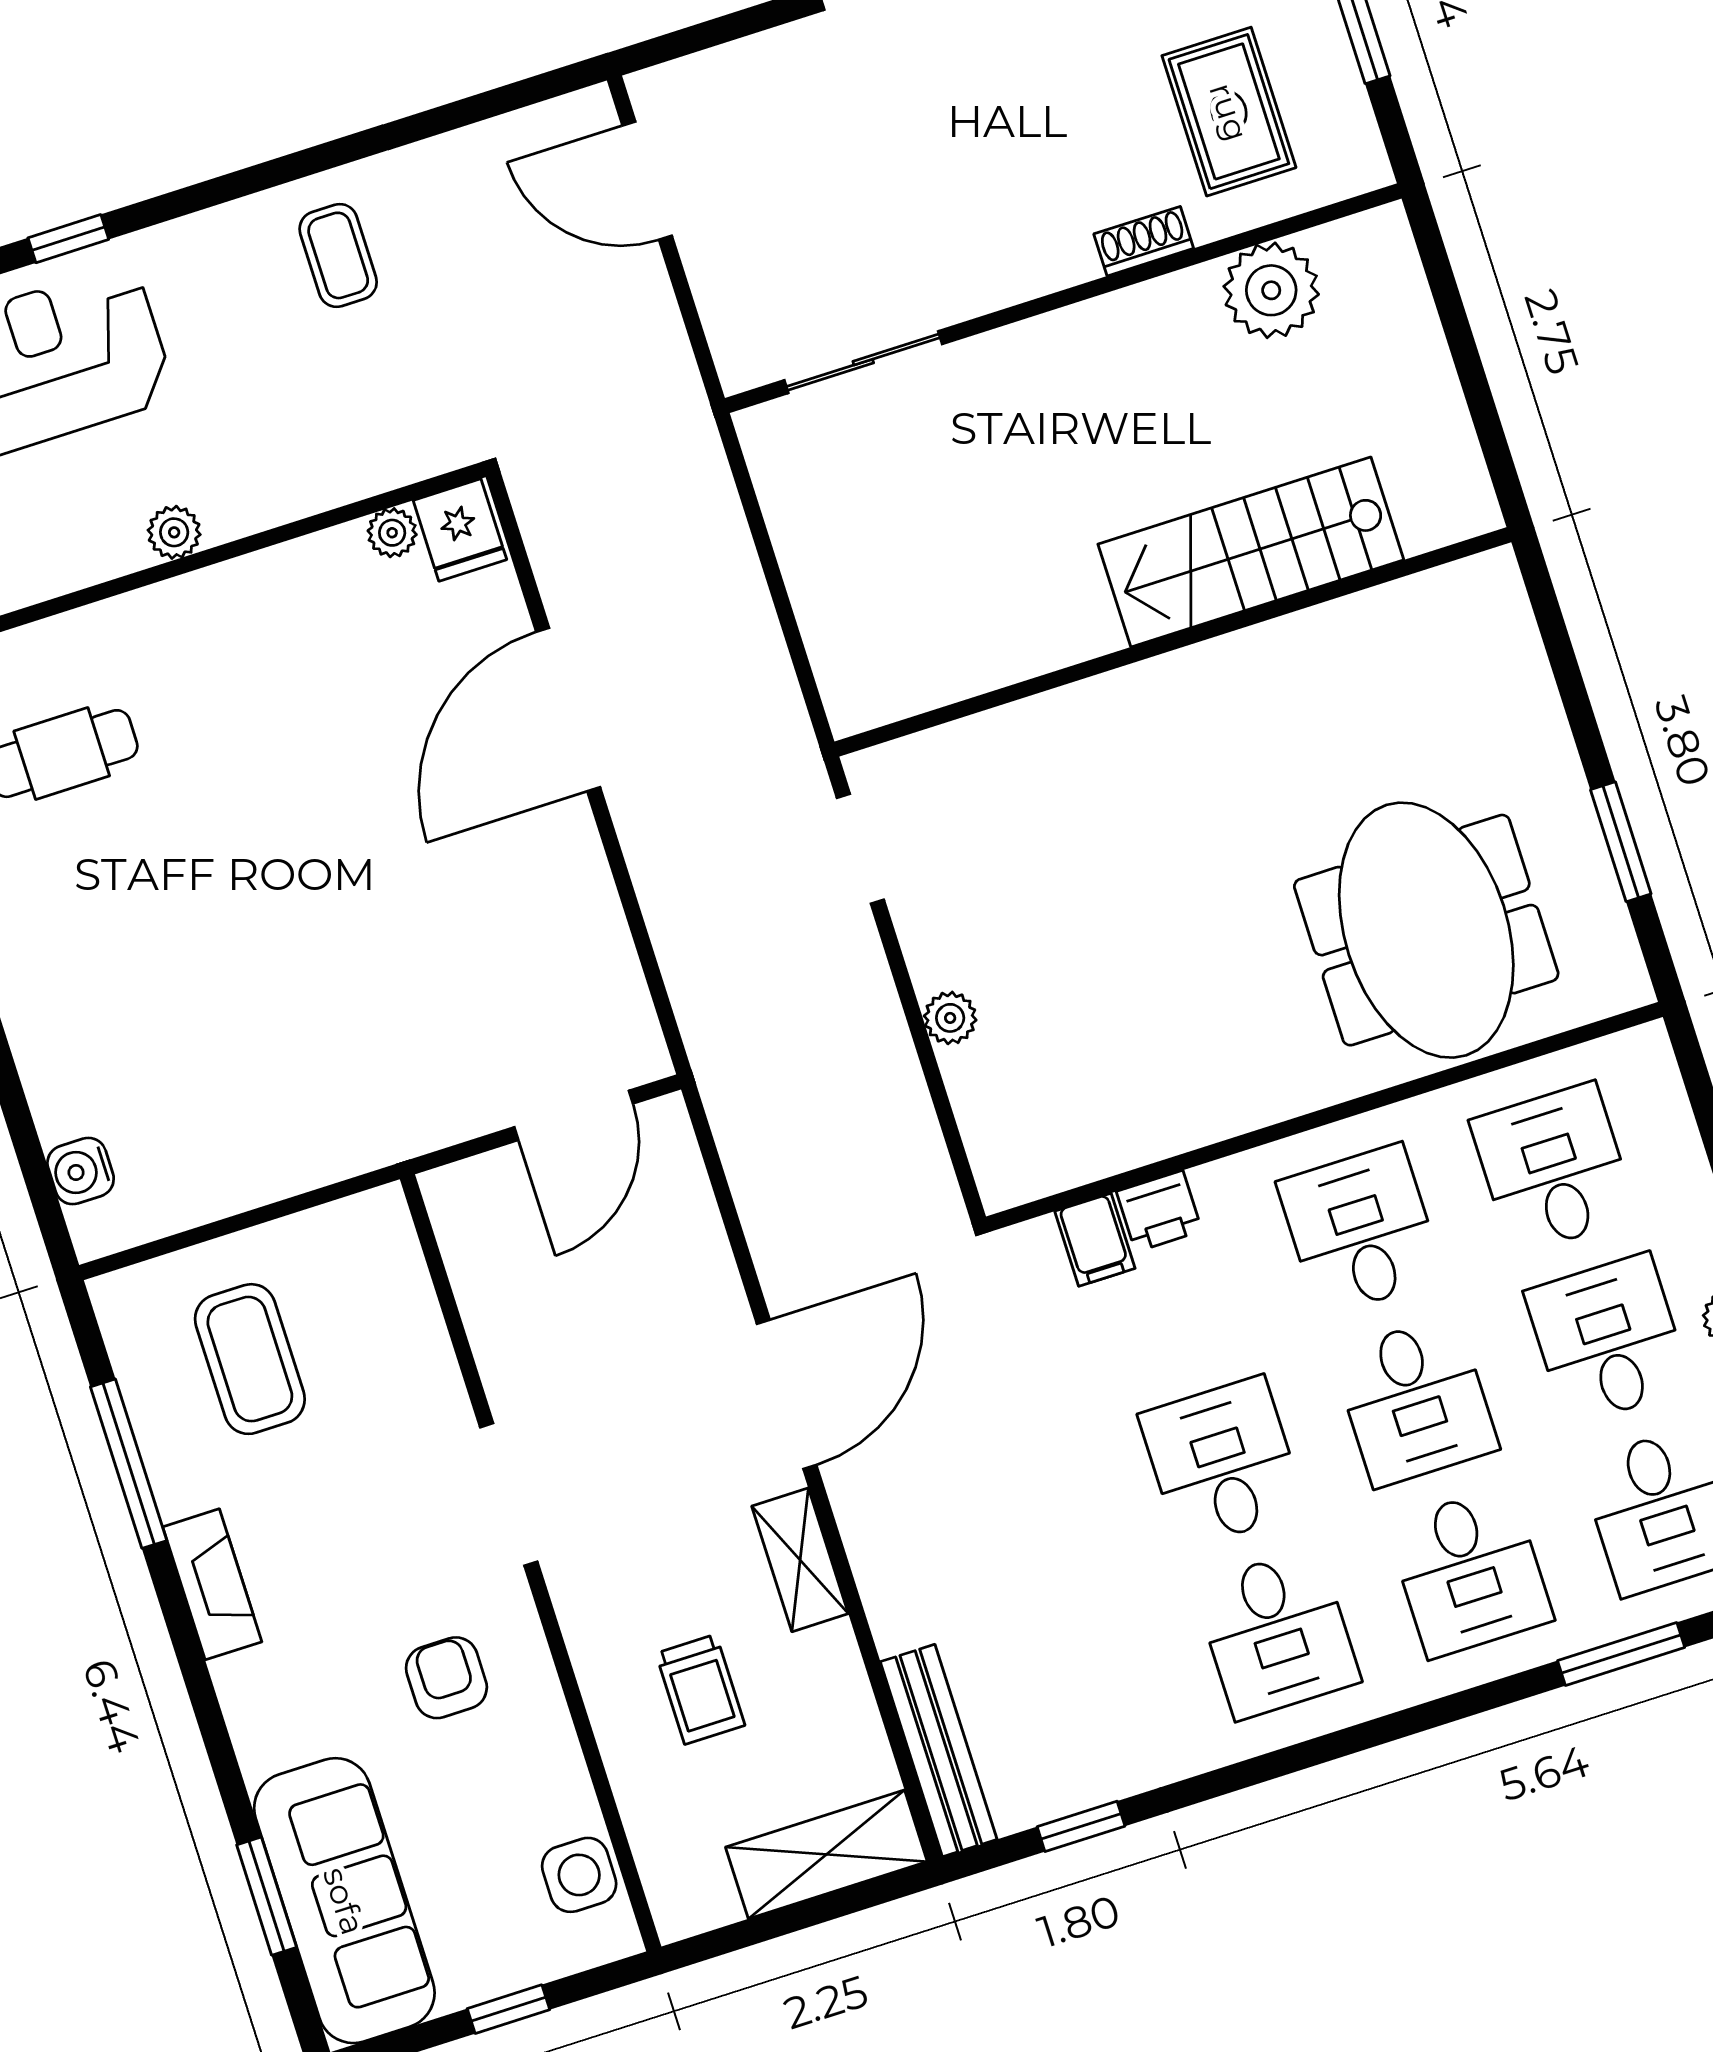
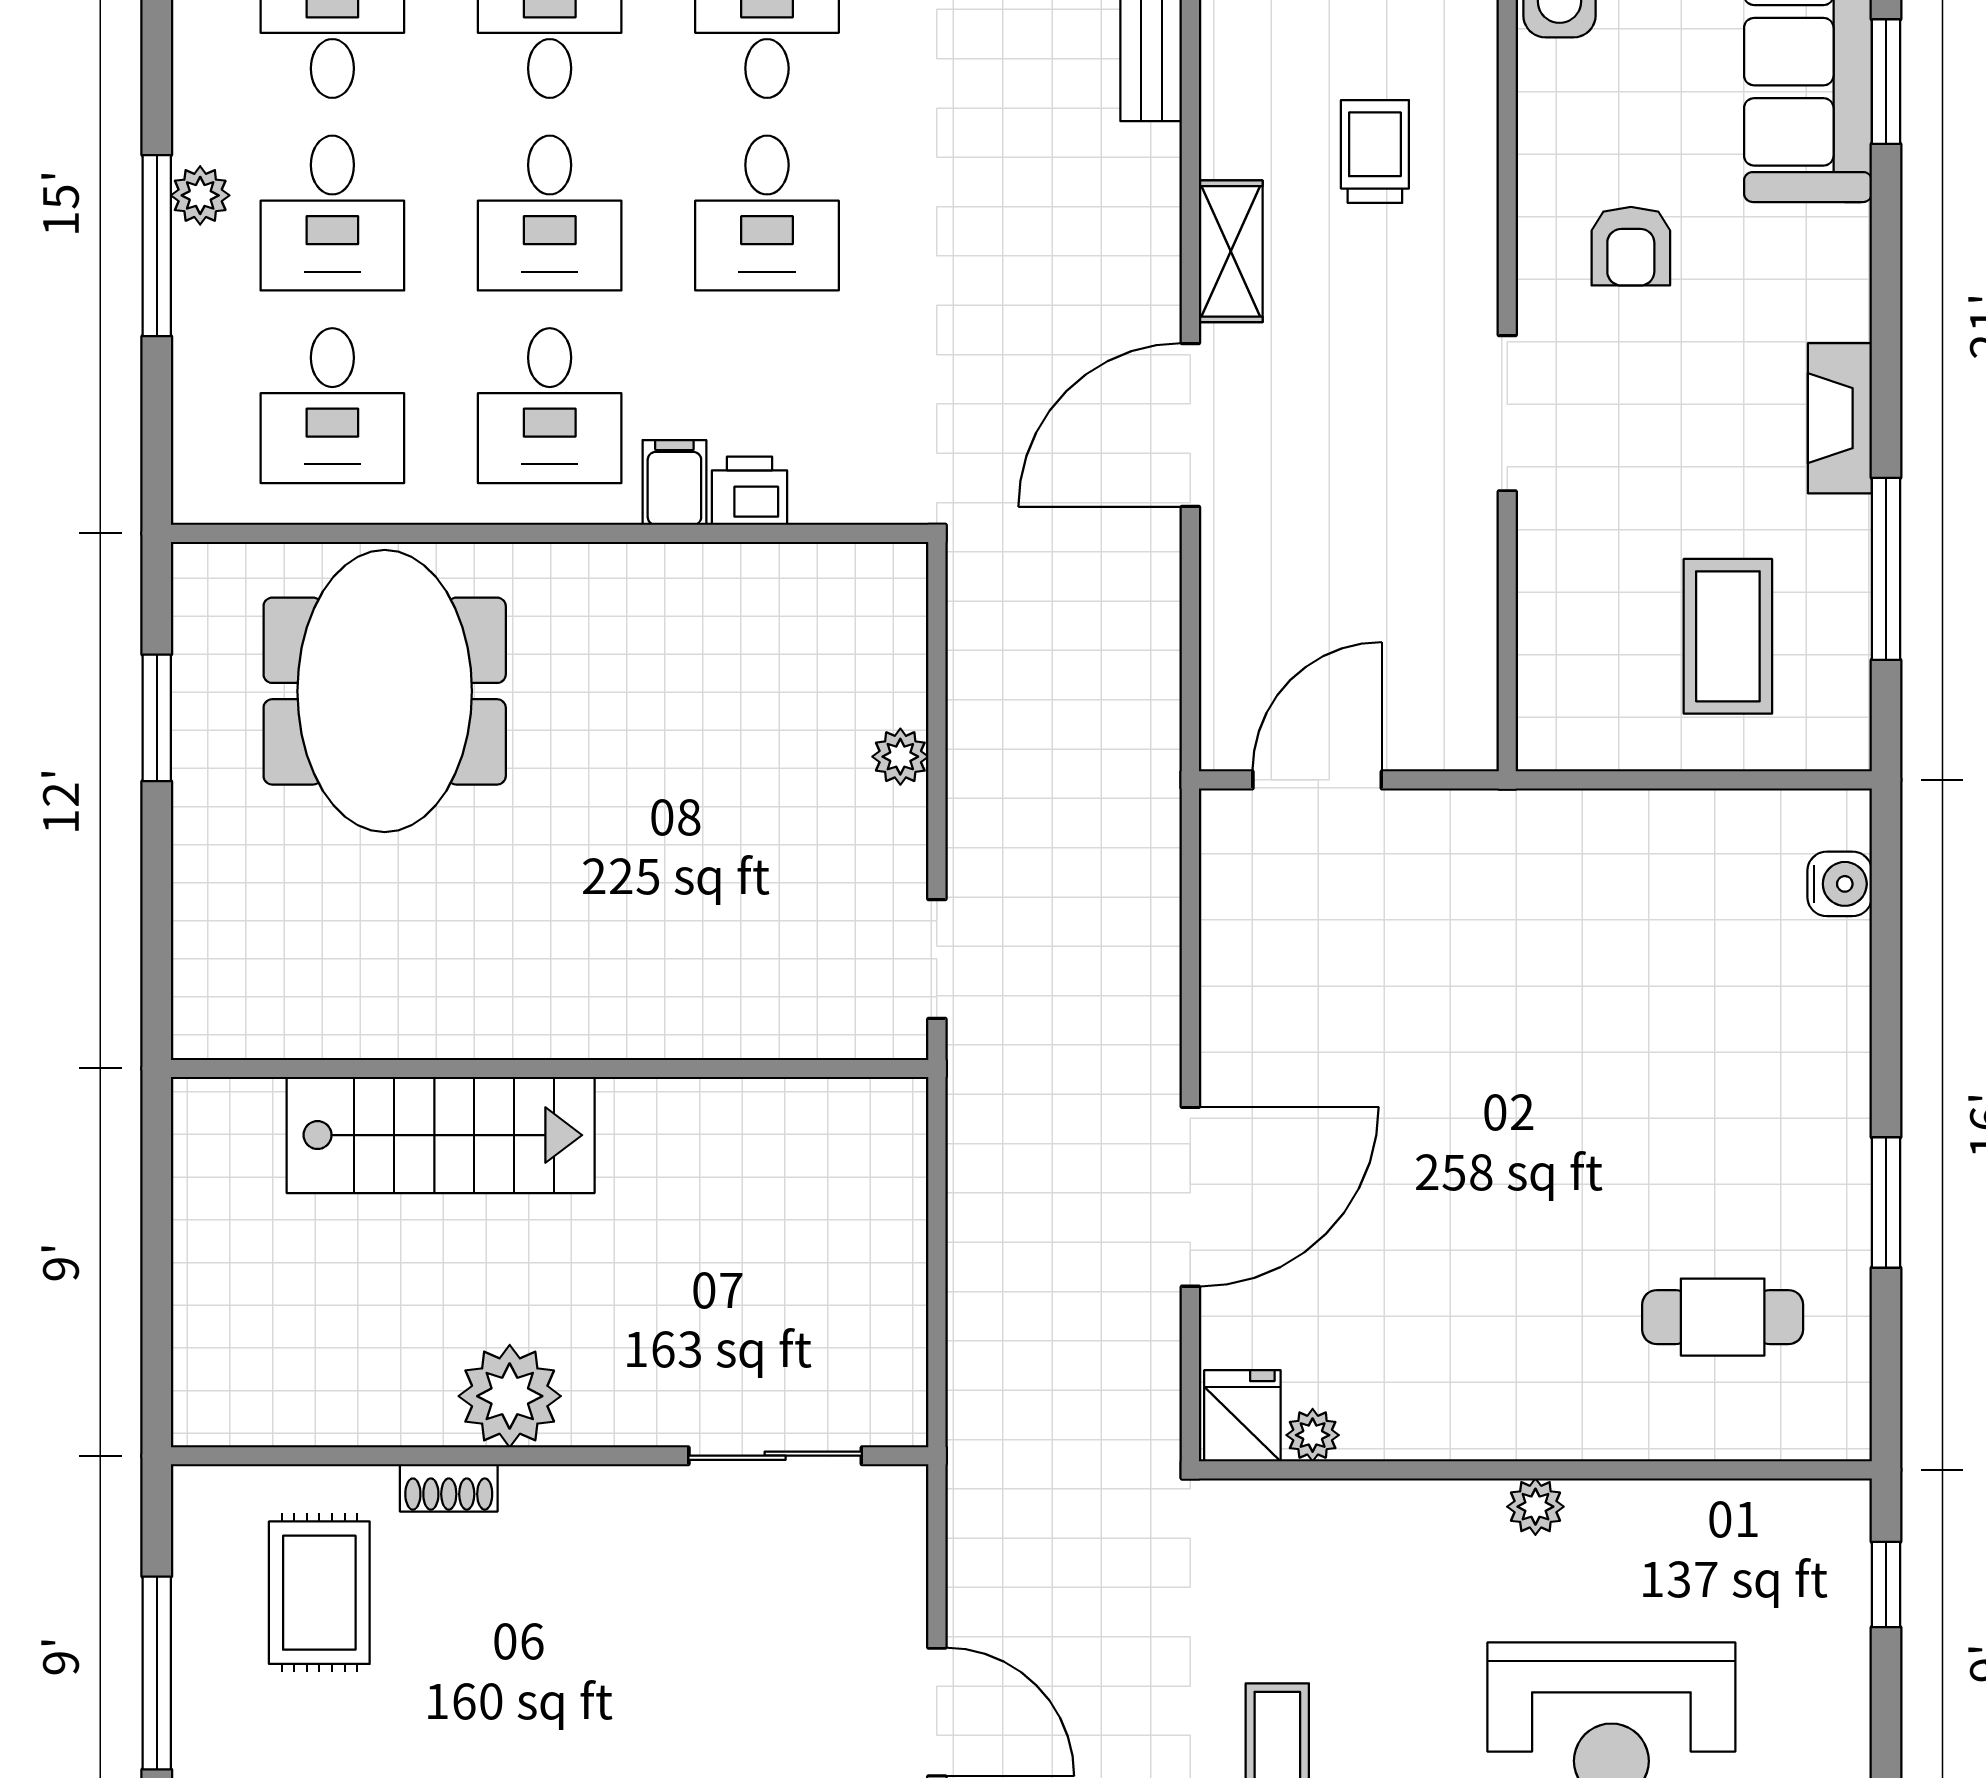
plant: (1271, 290) -> (510, 1396), moved
filing cabinet: (1095, 1240) -> (674, 482), moved
desk: (1415, 1401) -> (550, 213), turned 180

